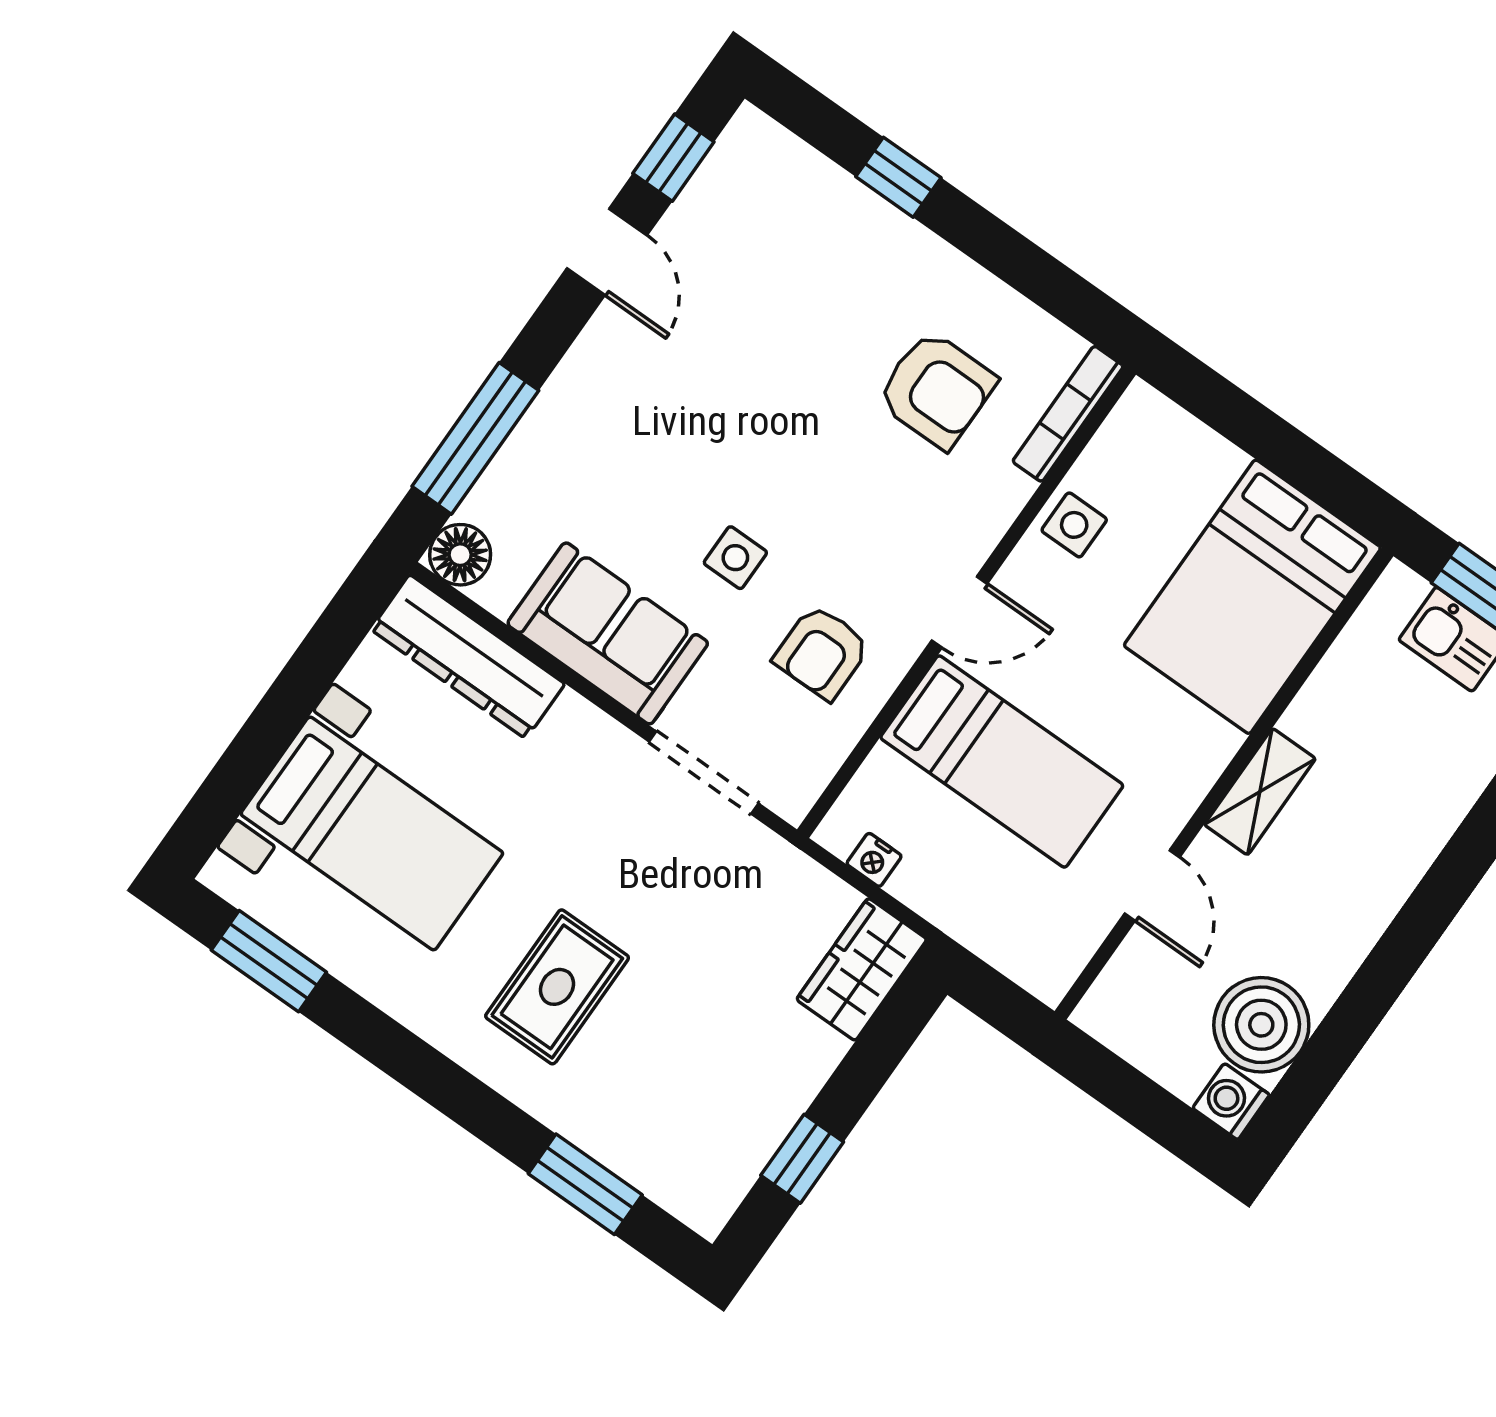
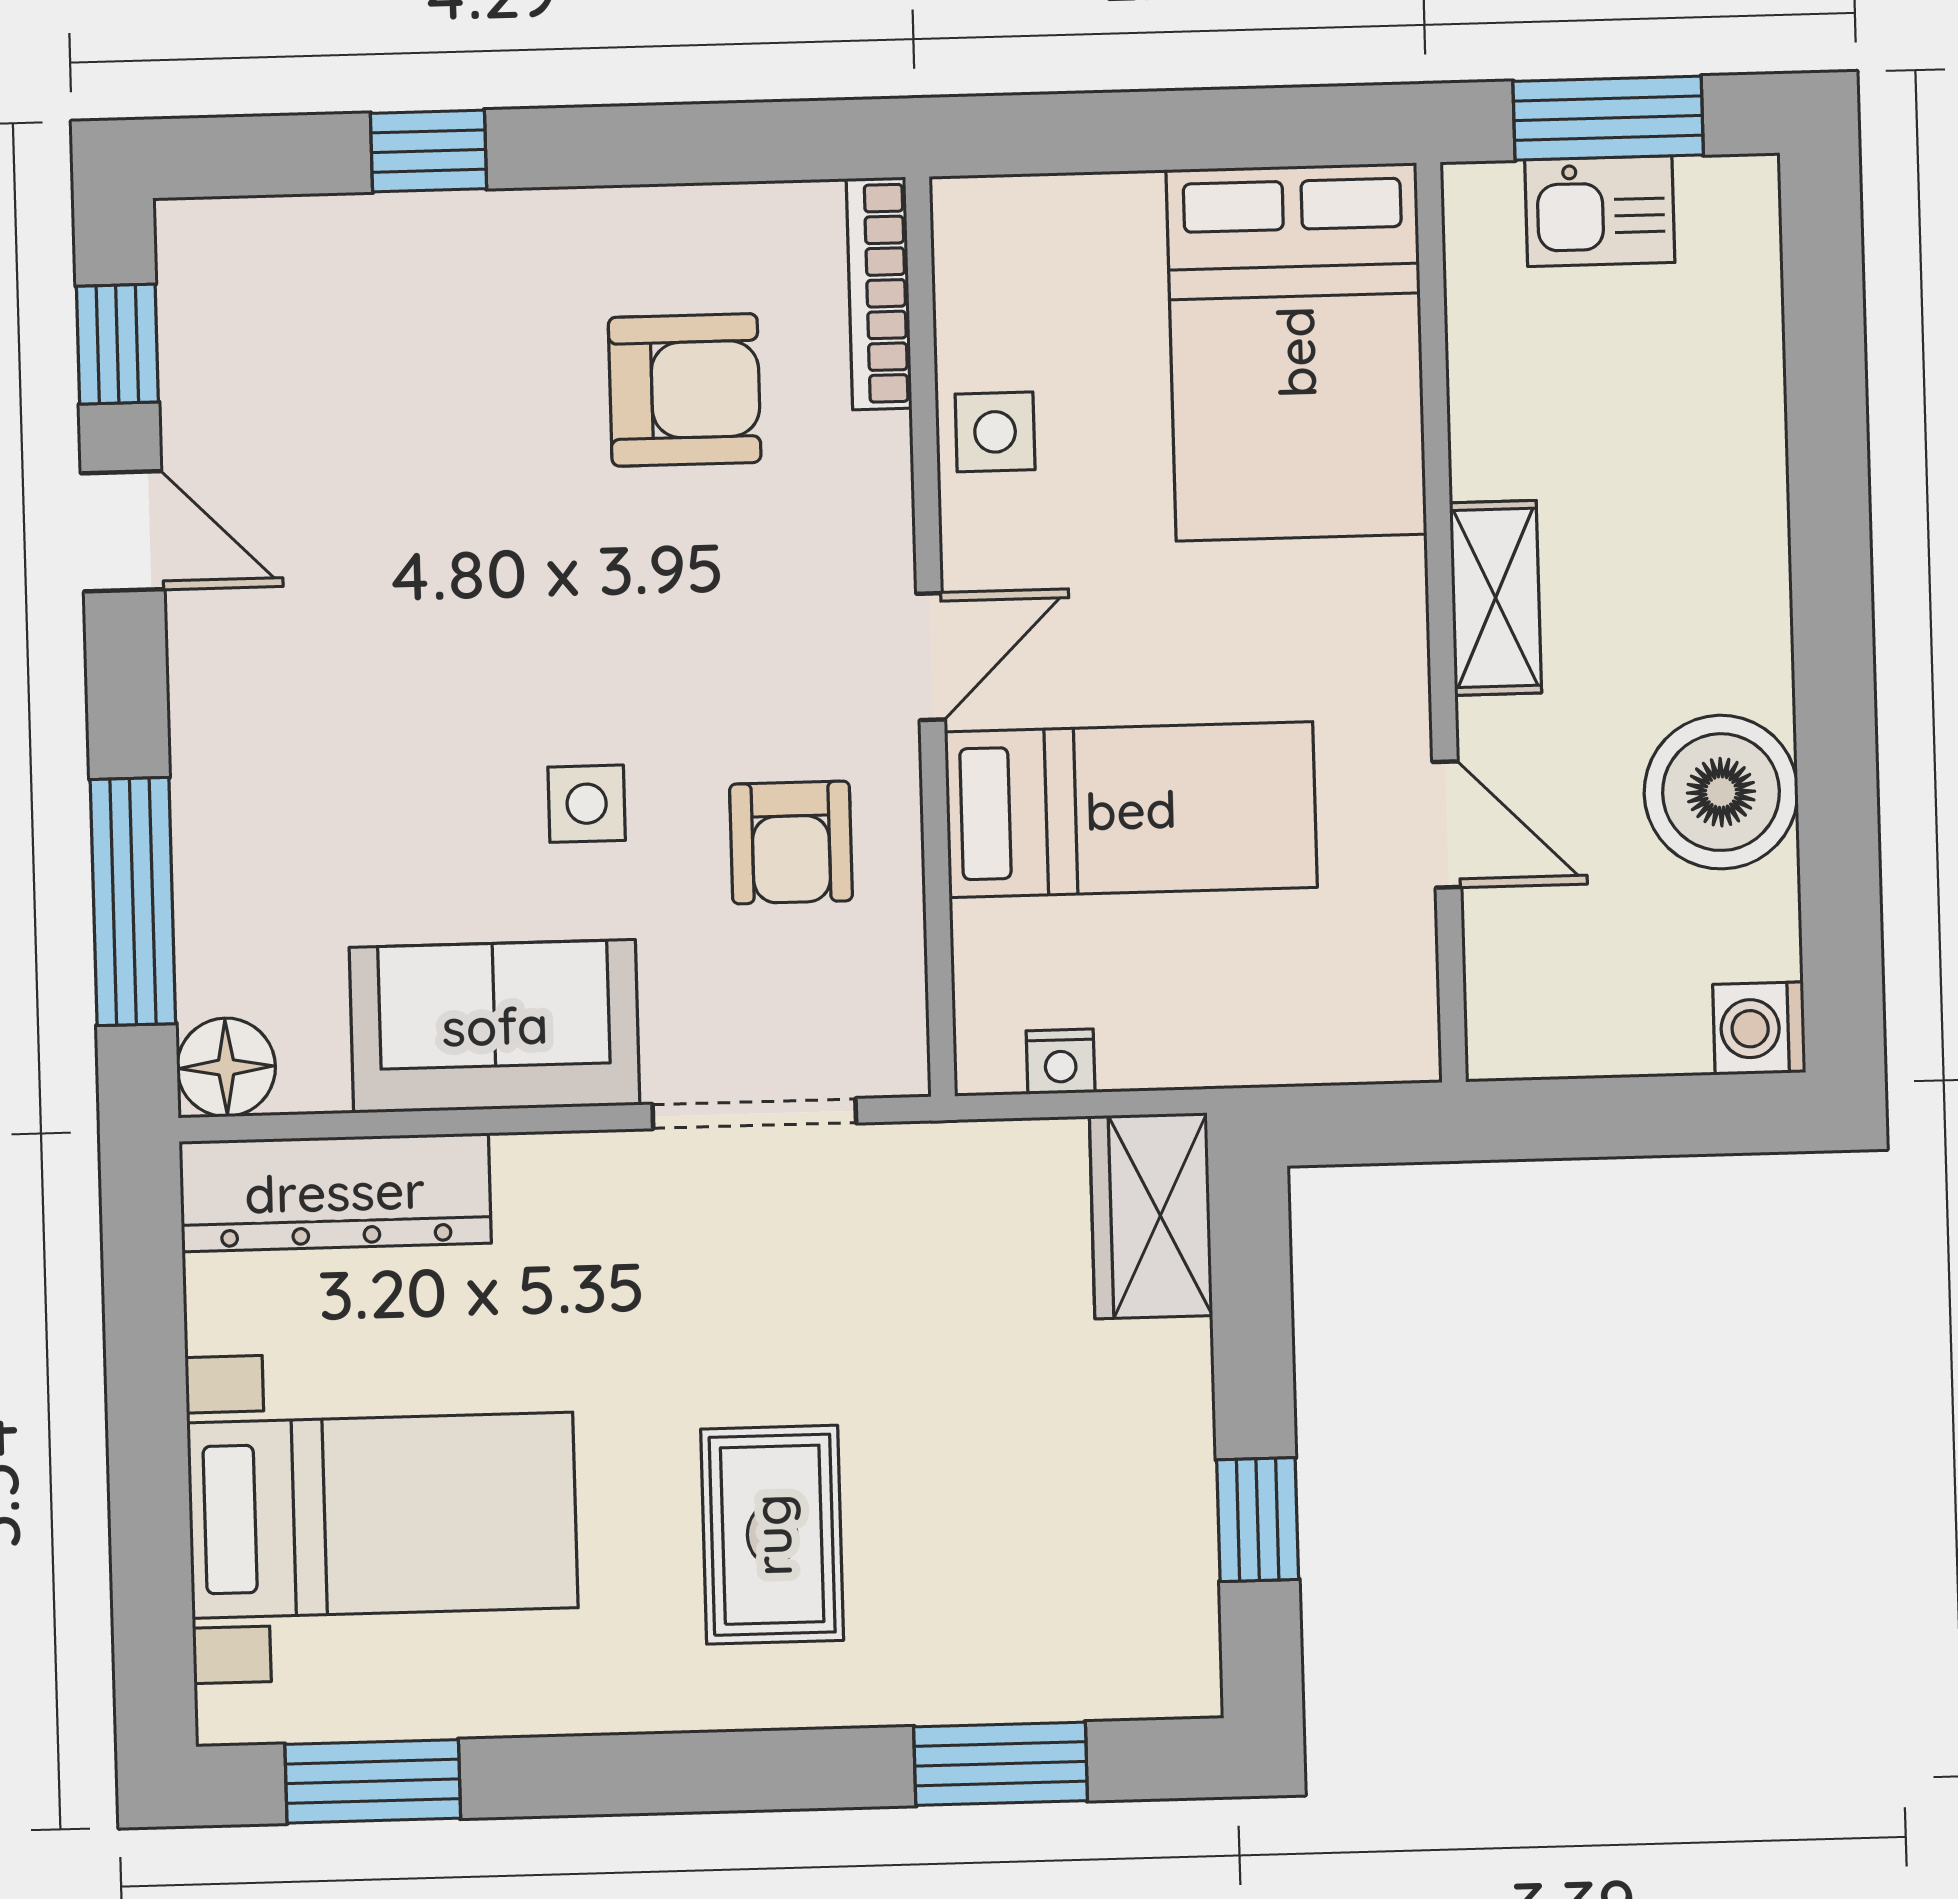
boiler: (1261, 1025) -> (1721, 792), moved

